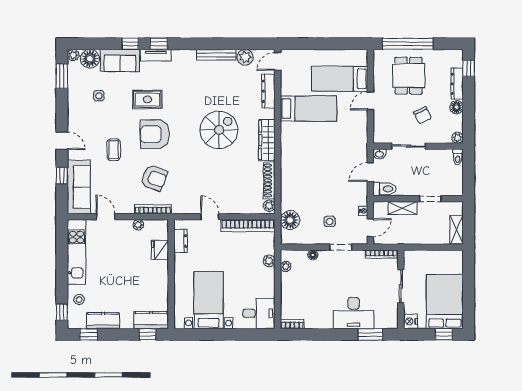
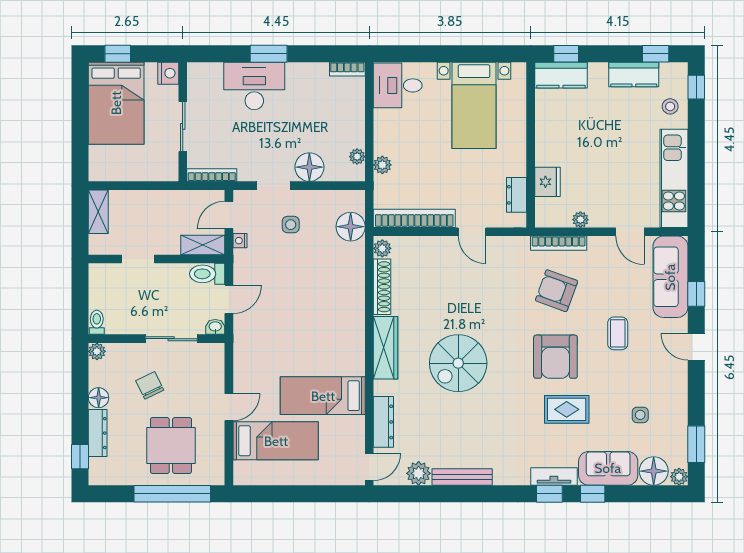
armchair: (155, 134) -> (555, 357), turned 90
shelving: (403, 208) -> (203, 245), moved
floor lamp: (313, 255) -> (309, 167), width x1.89, depth x1.89
window: (370, 334) -> (269, 54), moved

